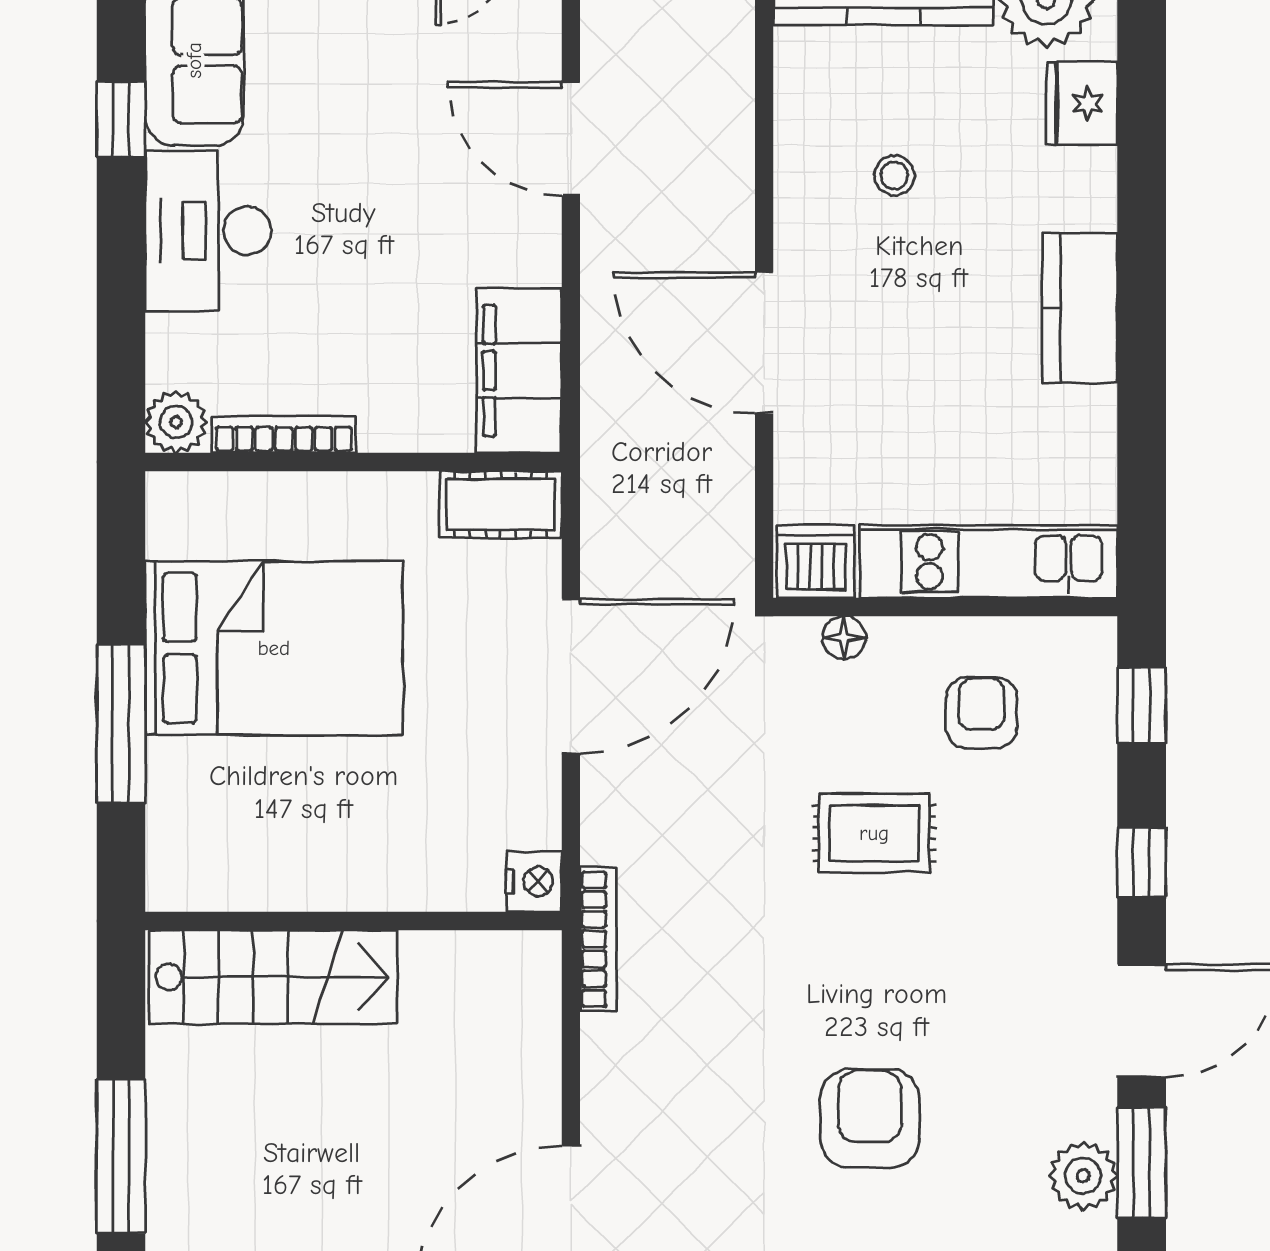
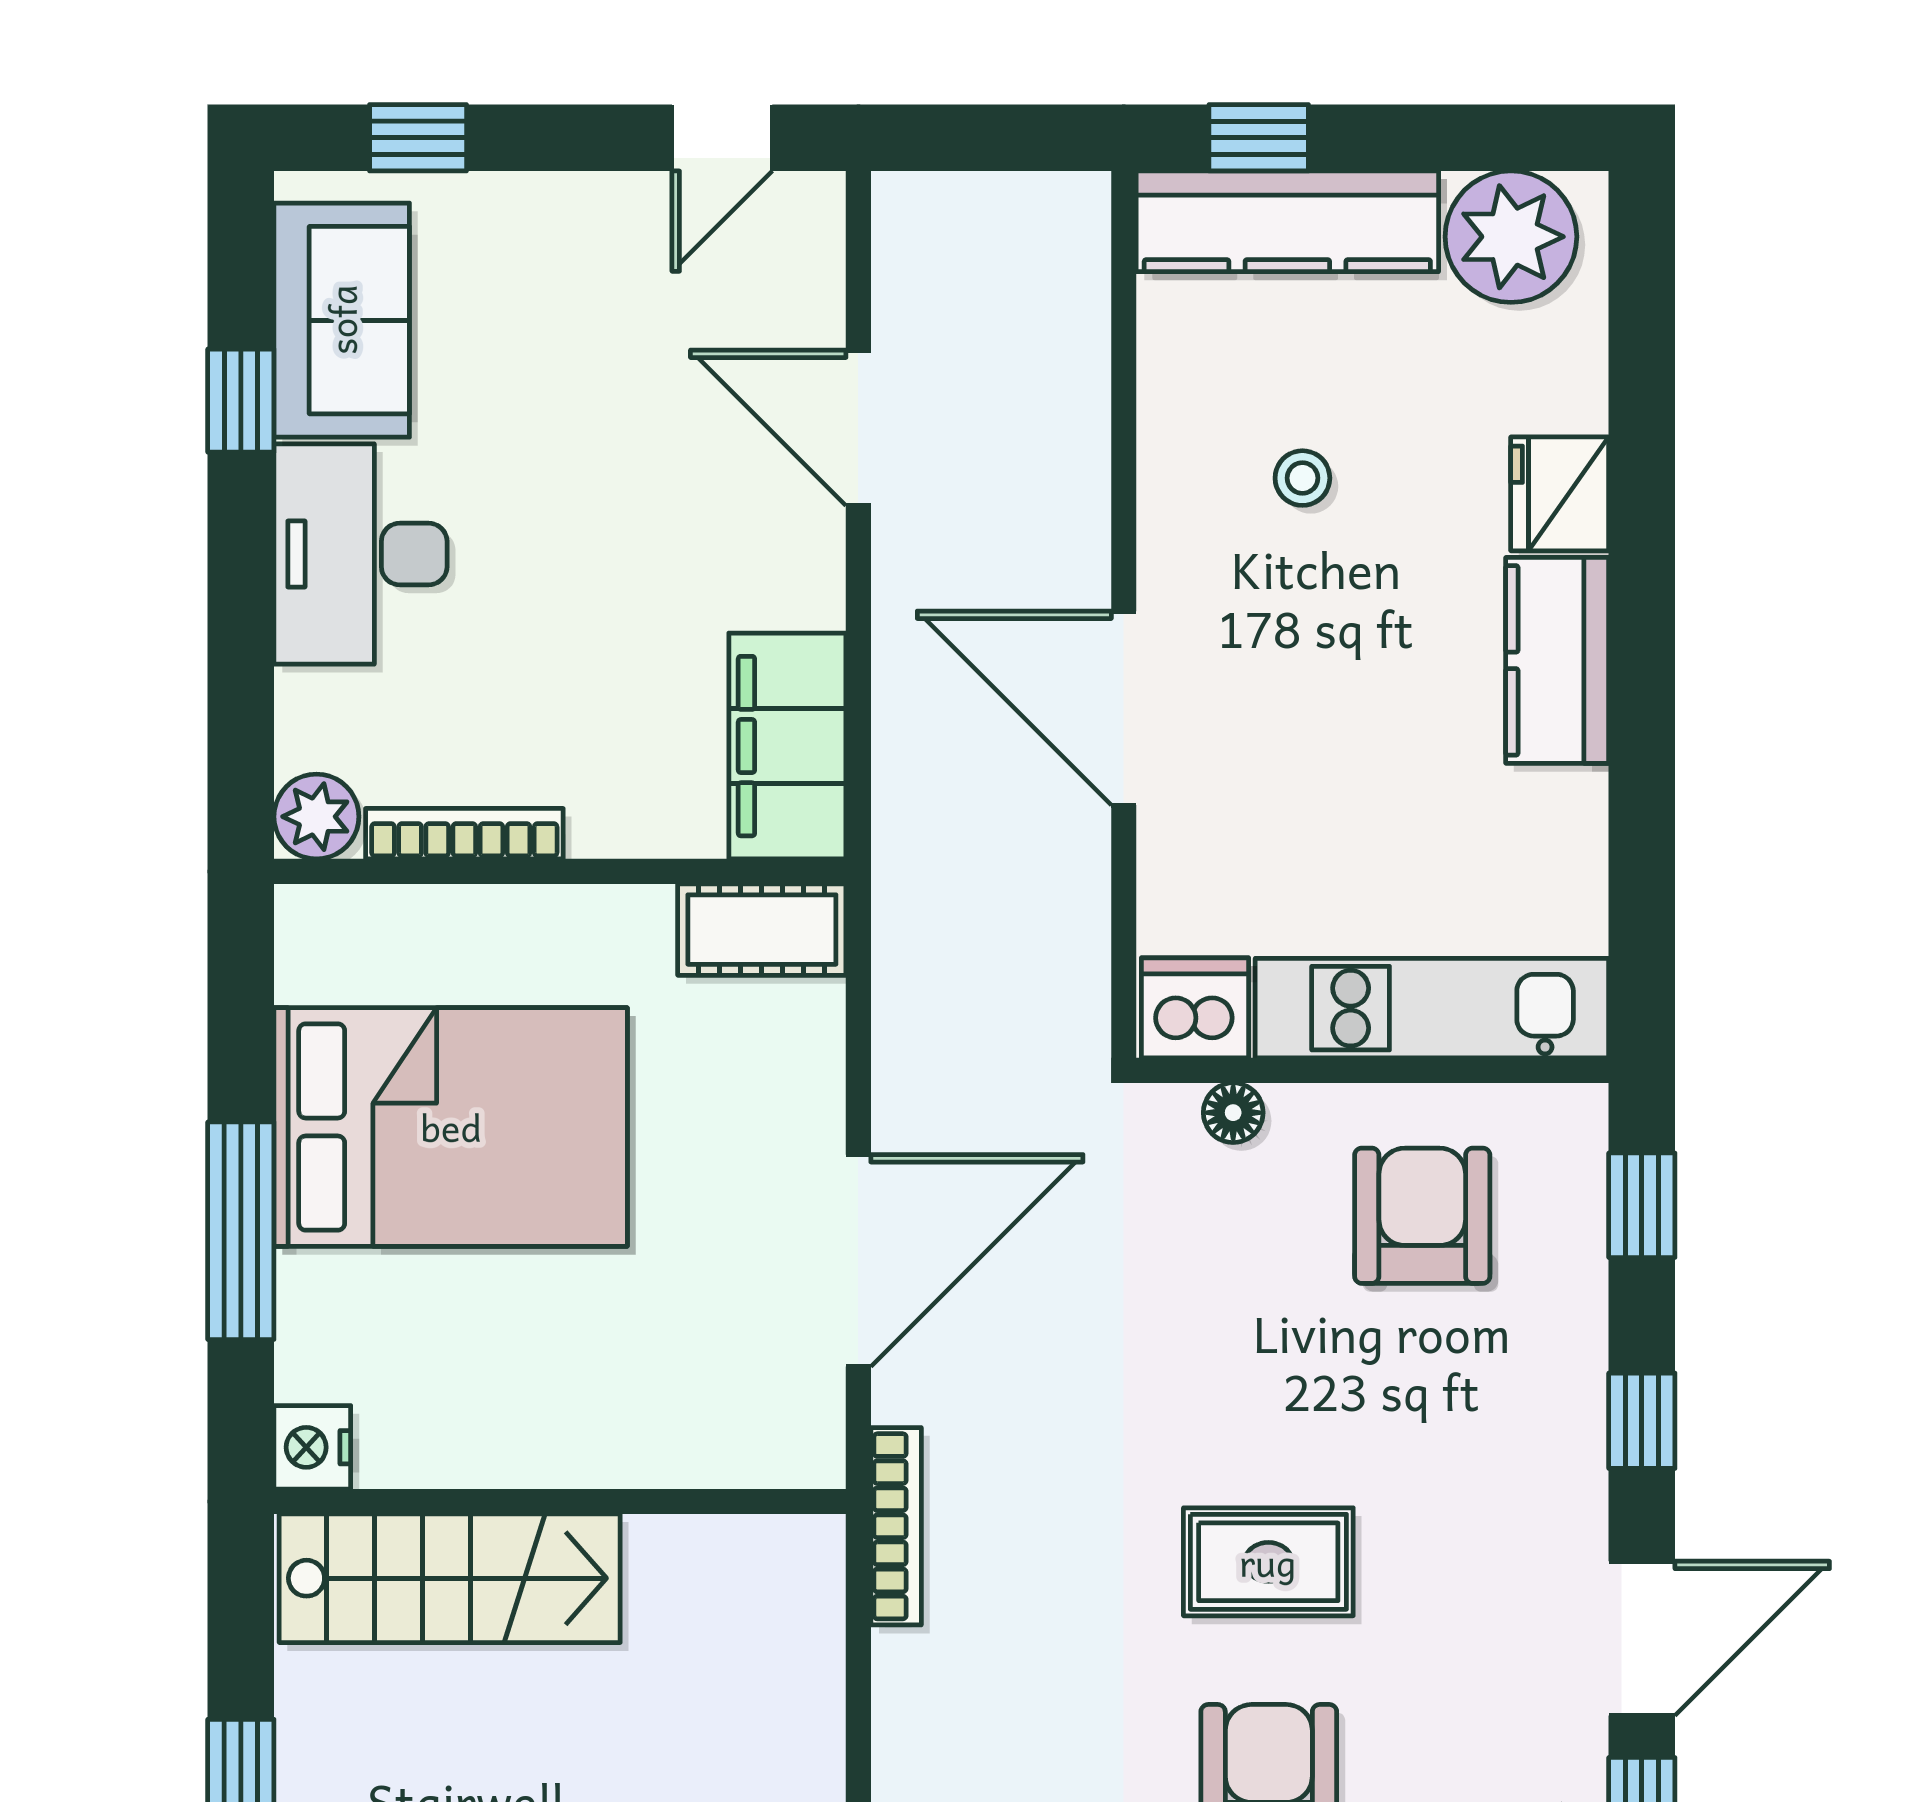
fridge: (1082, 103) -> (1560, 494), moved
door: (571, 676) -> (858, 1261), moved
armchair: (982, 713) -> (1422, 1216), width x1.38, depth x1.38
rug: (874, 833) -> (1268, 1562), moved
nightstand: (534, 882) -> (312, 1447), moved, turned 180

